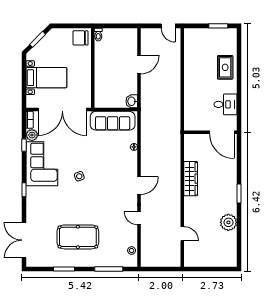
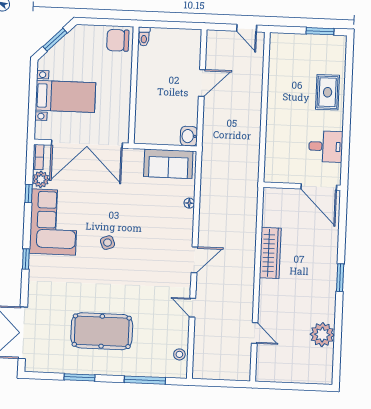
sofa: (113, 121) -> (168, 164), width x0.73
plant: (228, 222) -> (322, 335), moved

